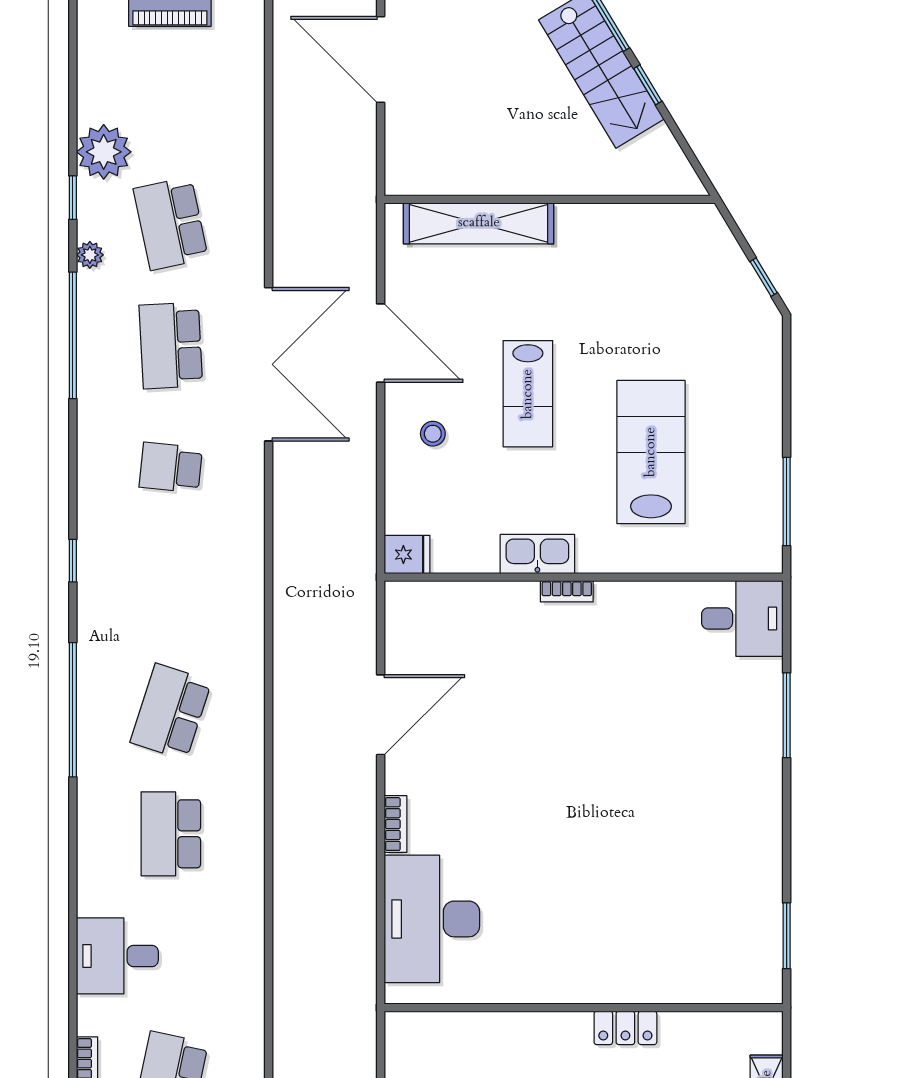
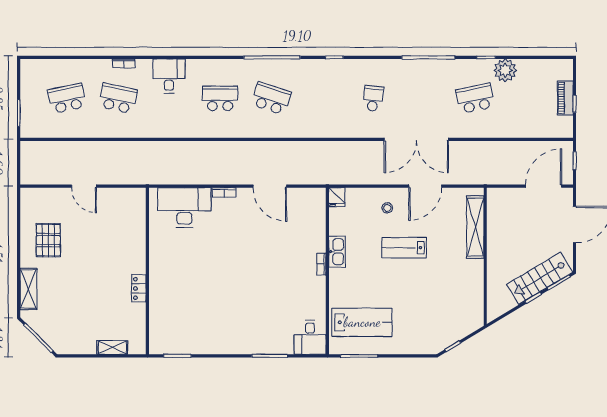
plant: (90, 255) -> (462, 65), removed
school desk: (171, 346) -> (424, 98), removed
lab bench: (651, 452) -> (362, 322), moved

